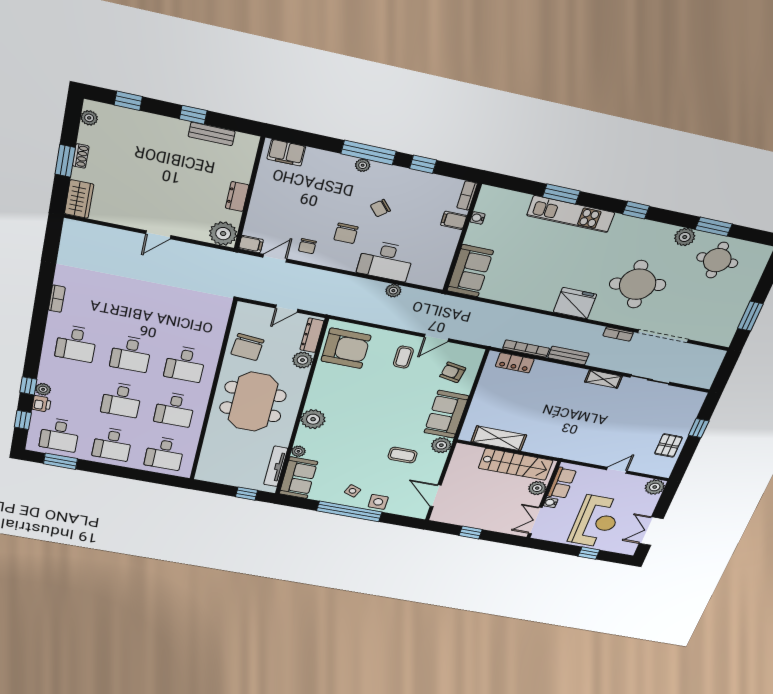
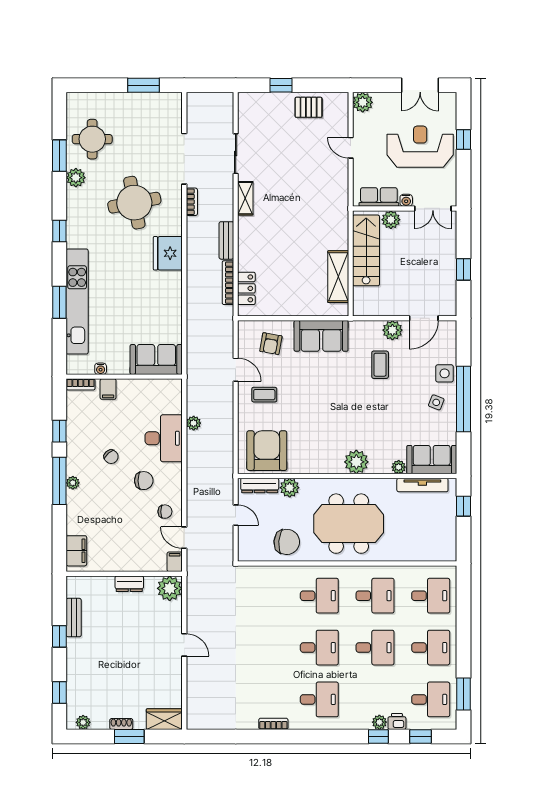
kitchen unit: (571, 214) -> (77, 302), width x1.36
plant: (441, 445) -> (392, 330), moved

